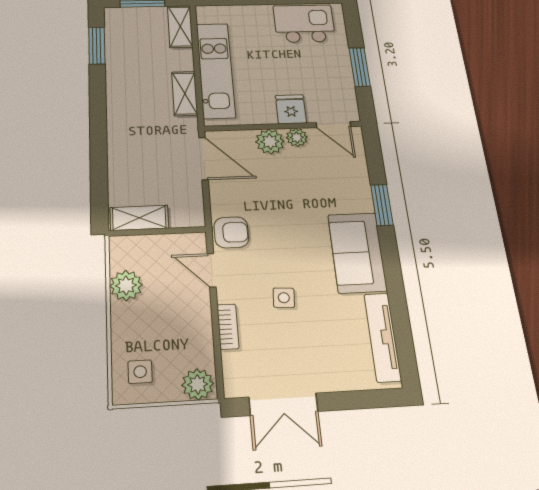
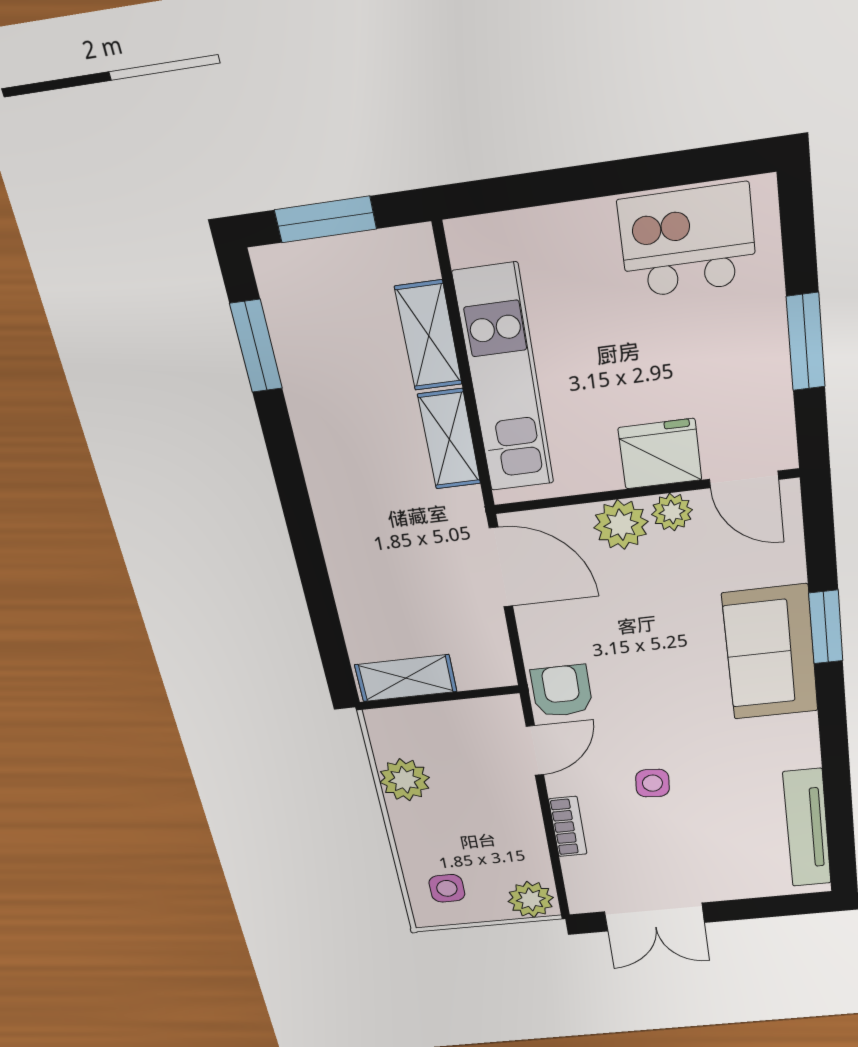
shelving: (180, 27) -> (429, 336), moved
fridge: (291, 109) -> (660, 454), width x1.38
armchair: (231, 232) -> (562, 691), turned -90
sofa: (357, 252) -> (770, 653), moved
door: (212, 270) -> (535, 751), swing flipped

